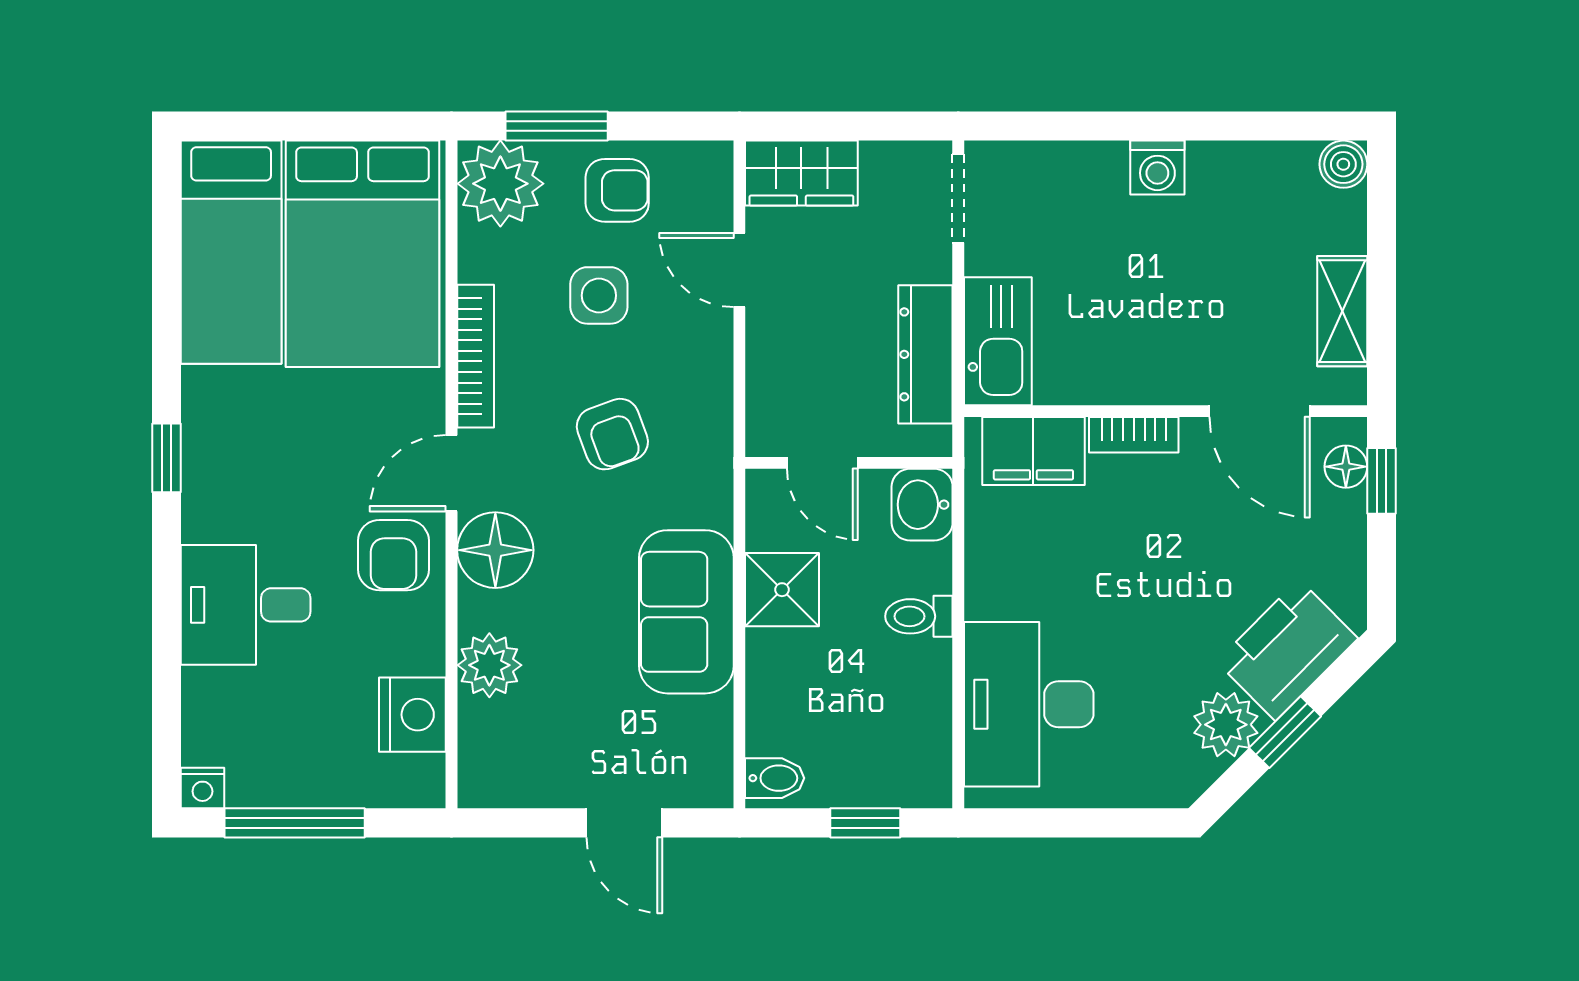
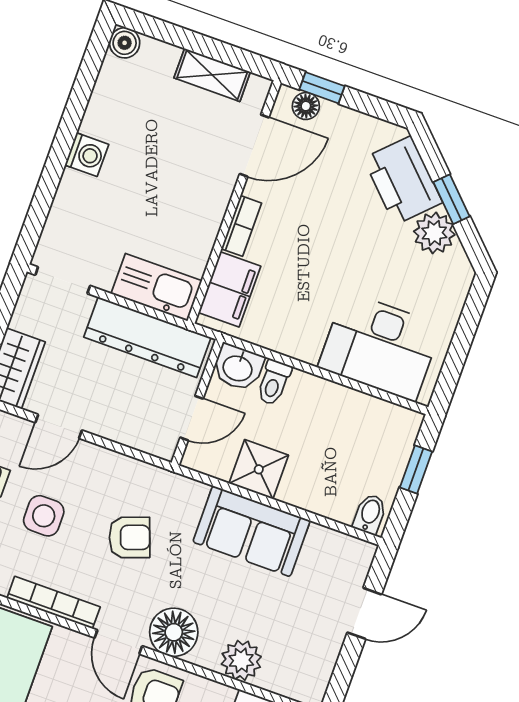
dresser: (925, 354) -> (147, 337), width x1.37, depth x1.24
toilet: (919, 616) -> (274, 382), moved

